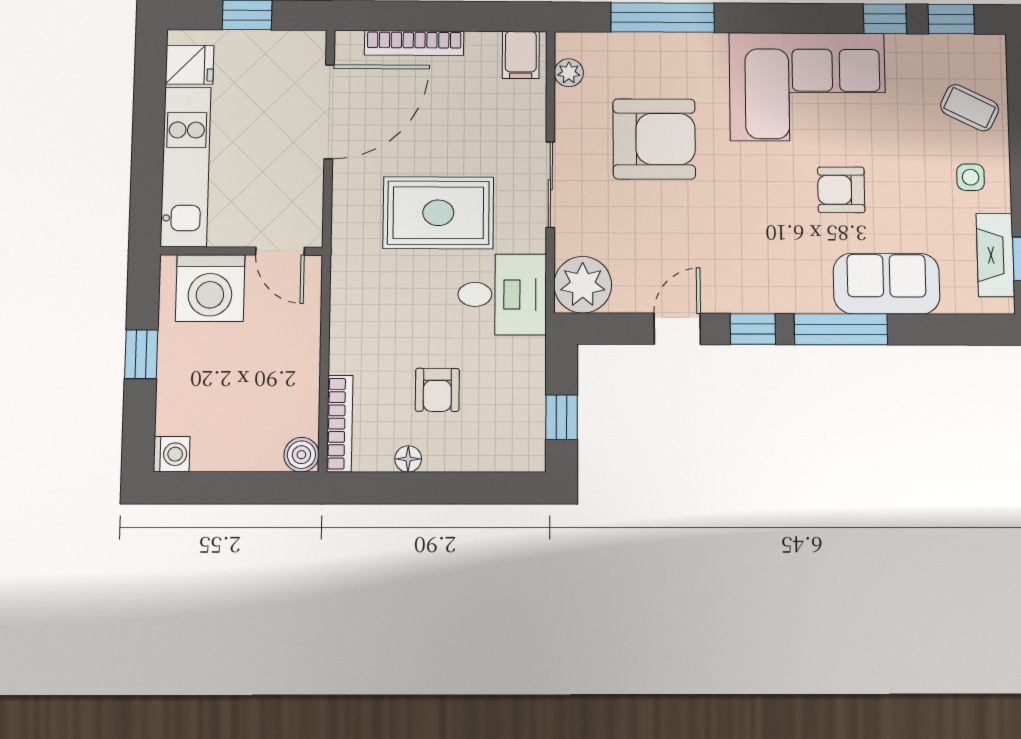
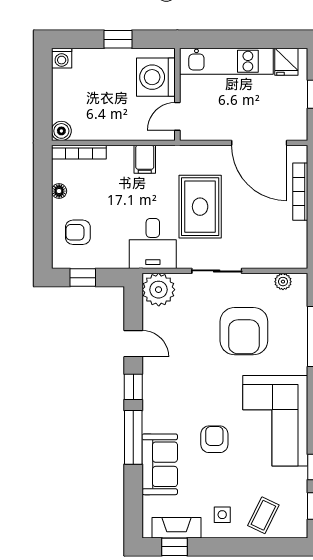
filing cabinet: (521, 55) -> (145, 159), moved, turned -90
armchair: (437, 390) -> (78, 232), moved

